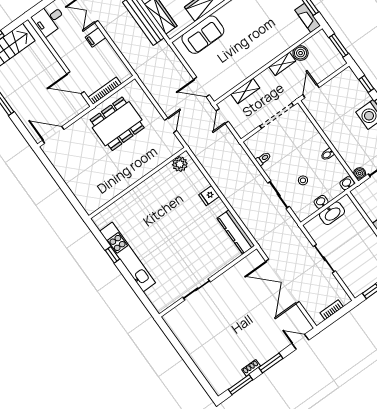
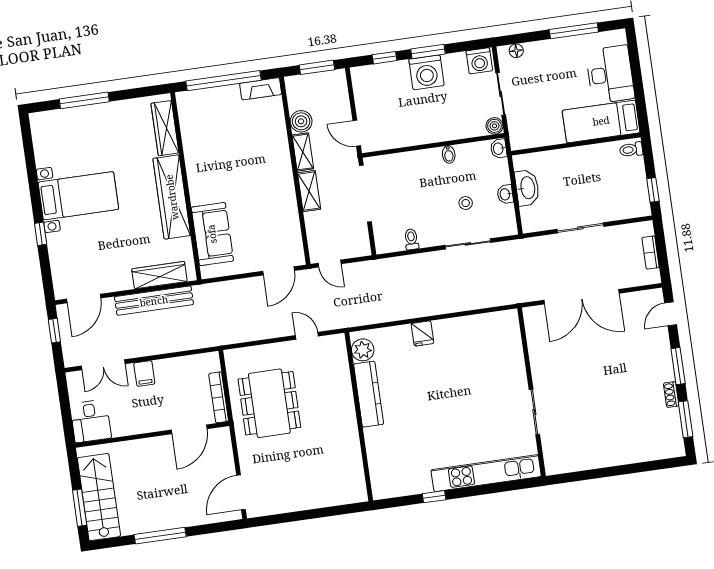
shelving: (245, 91) -> (309, 191), moved
kitchen counter: (236, 232) -> (369, 394), moved, turned -90
kitchen unit: (128, 257) -> (486, 473), moved

